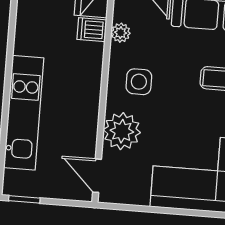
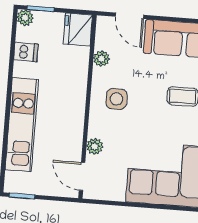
dishwasher: (92, 30) -> (26, 52), moved, turned 180
plant: (122, 131) -> (95, 146), width x0.53, depth x0.53

